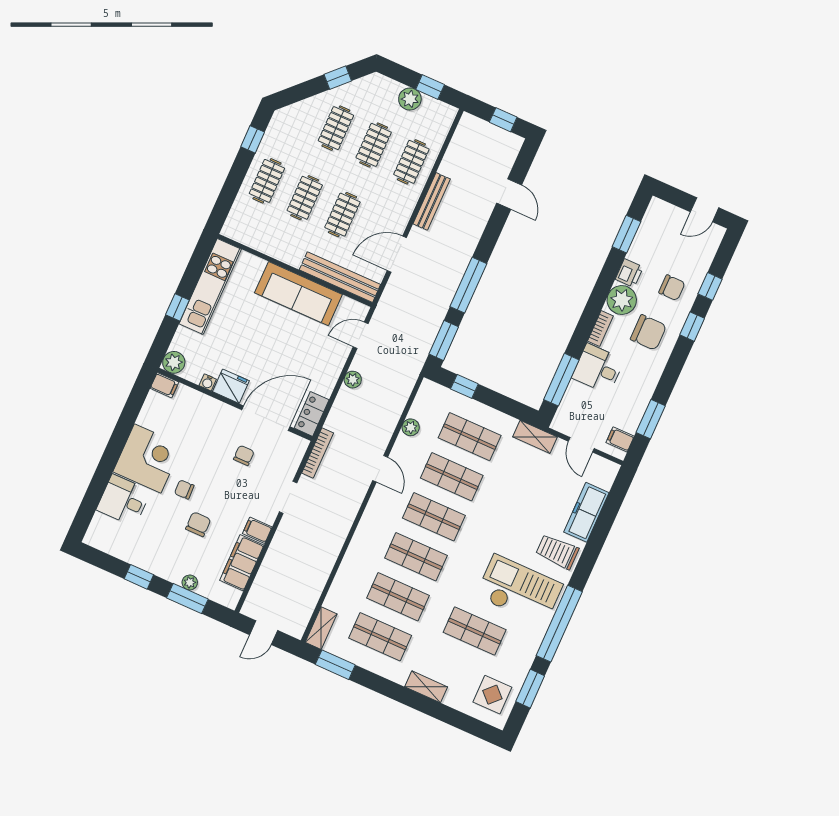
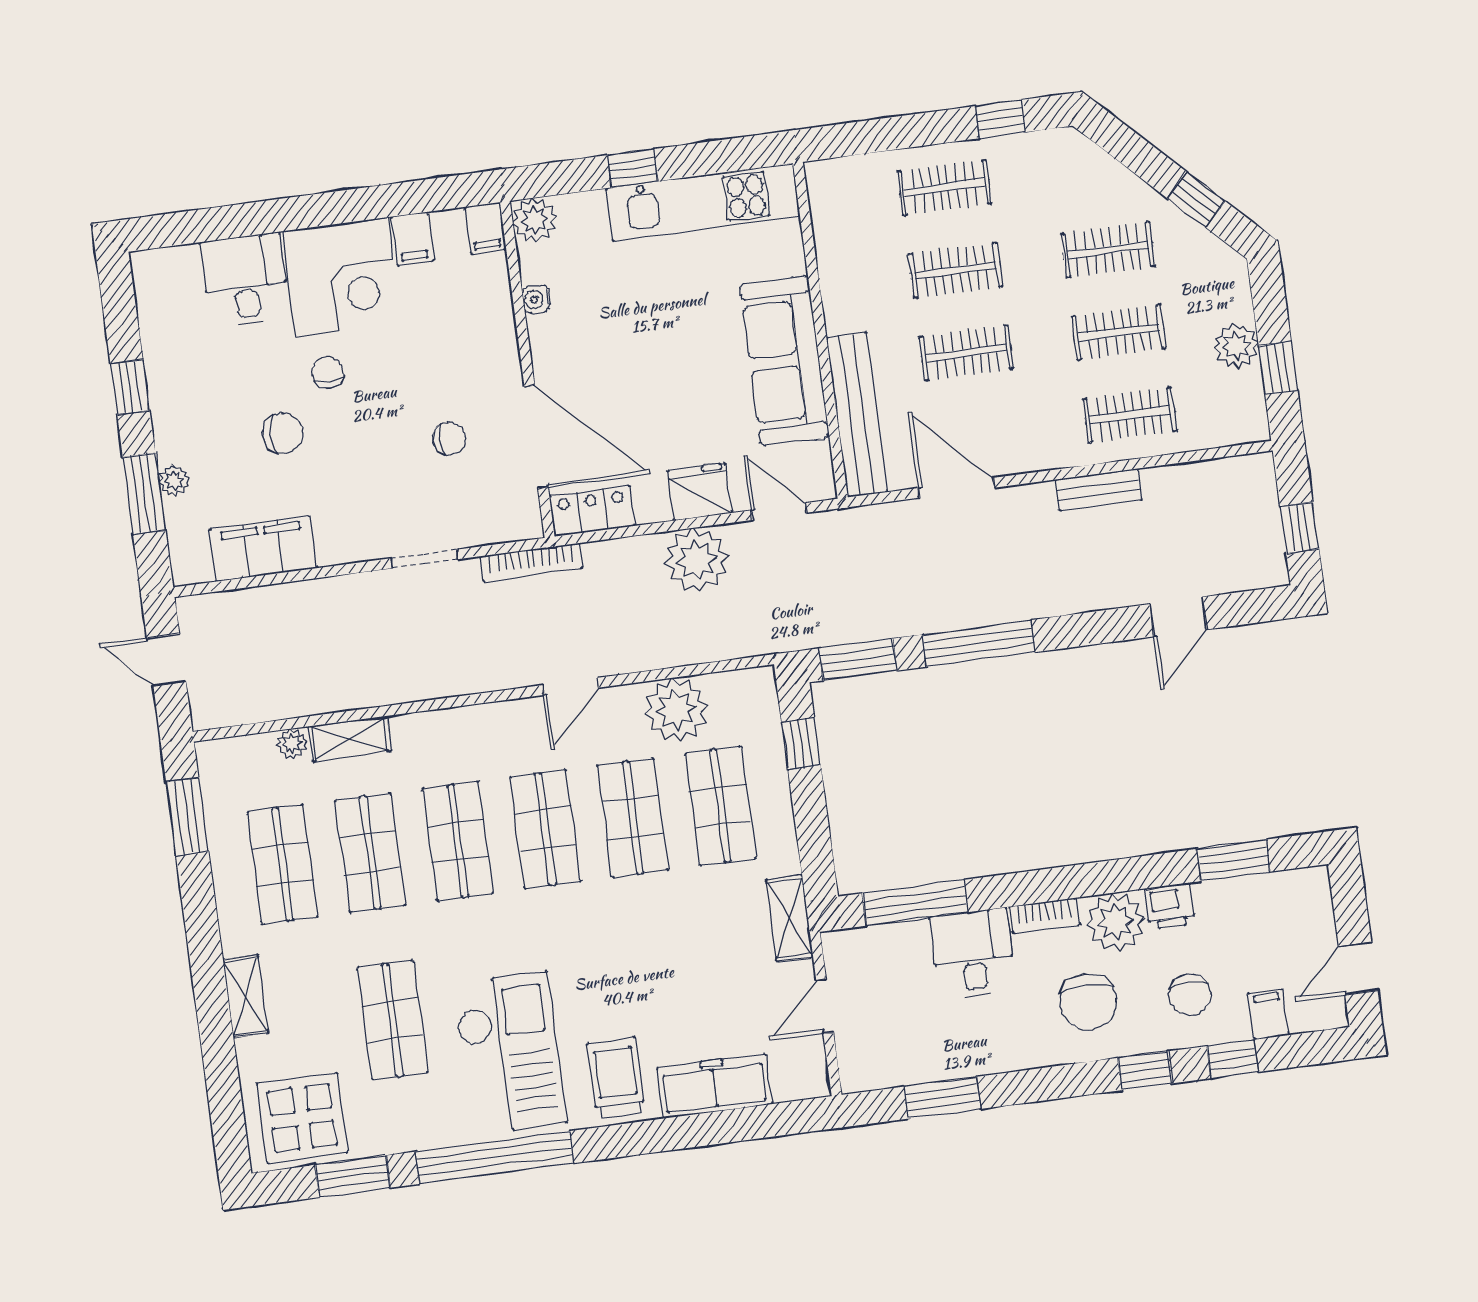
bench: (432, 201) -> (1099, 490), width x0.73
door: (705, 210) -> (1358, 968), hinge flipped
plant: (353, 380) -> (697, 560), width x1.88, depth x1.88
fridge: (231, 386) -> (700, 492), moved, turned -90
plant: (411, 427) -> (676, 710), width x1.87, depth x1.87
filing cabinet: (620, 439) -> (1268, 1014), moved
filing cabinet: (257, 530) -> (413, 239), moved, turned 180
plant: (332, 601) -> (292, 744), added
shelving: (321, 628) -> (350, 739), moved
display table: (492, 695) -> (302, 1118), width x1.36, depth x1.36

